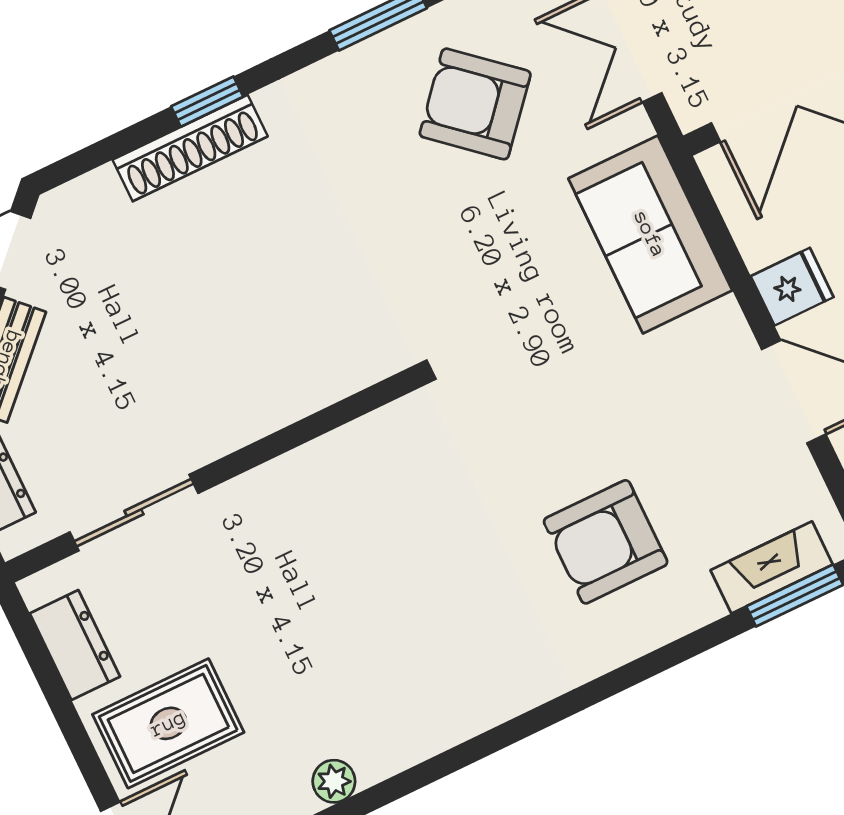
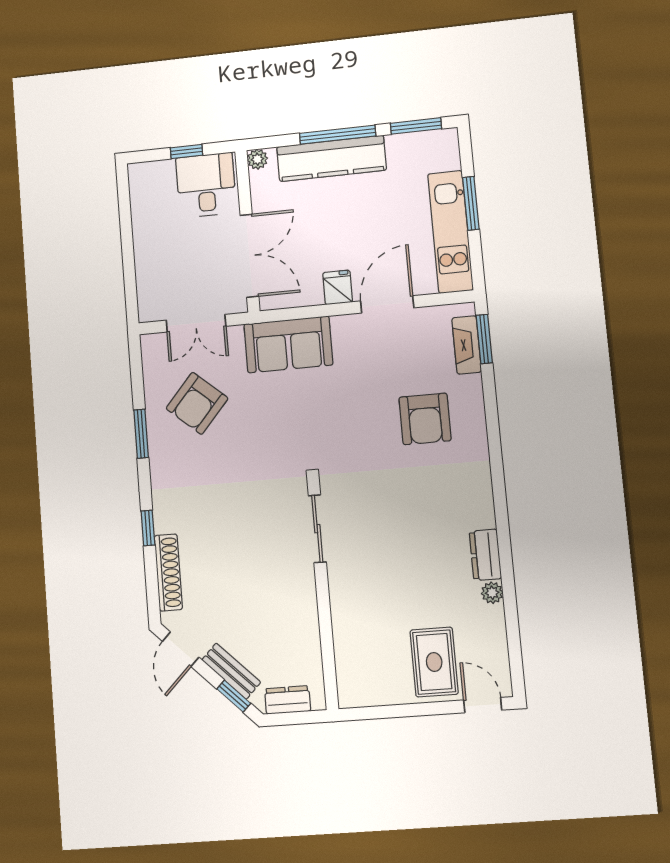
shoe rack: (190, 148) -> (168, 572), moved
sliding door: (134, 513) -> (317, 529), moved
dresser: (75, 645) -> (485, 555), moved, turned -90

